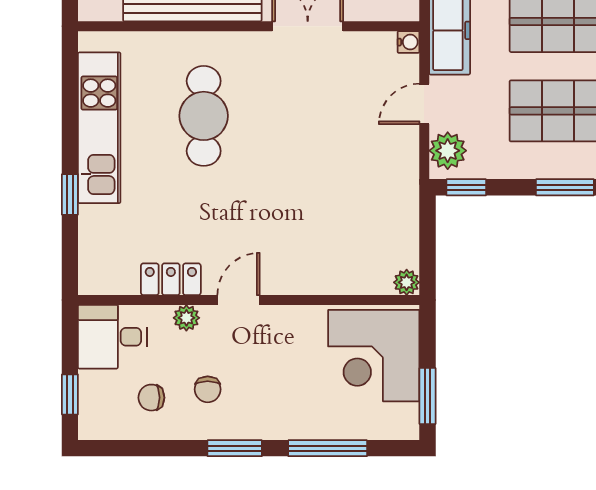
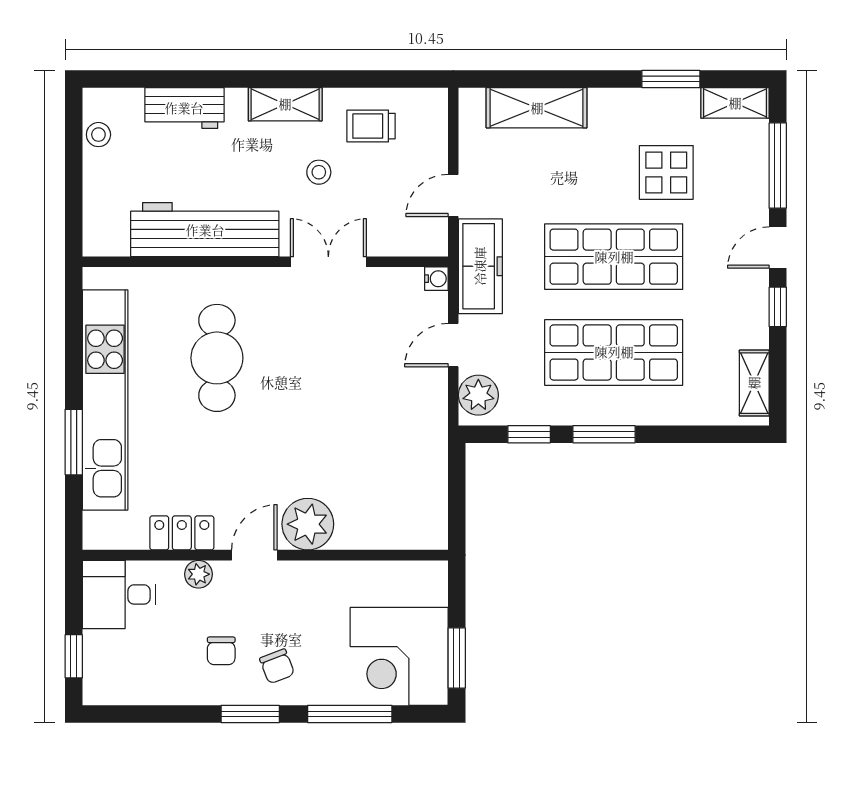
kitchen unit: (99, 128) -> (105, 400), width x1.36
window: (466, 187) -> (529, 434), moved
window: (70, 194) -> (74, 442), width x1.50
plant: (407, 282) -> (308, 524), moved, width x1.88, depth x1.88
corner desk: (374, 356) -> (399, 656), moved
chair: (151, 398) -> (277, 666), moved, turned -111

